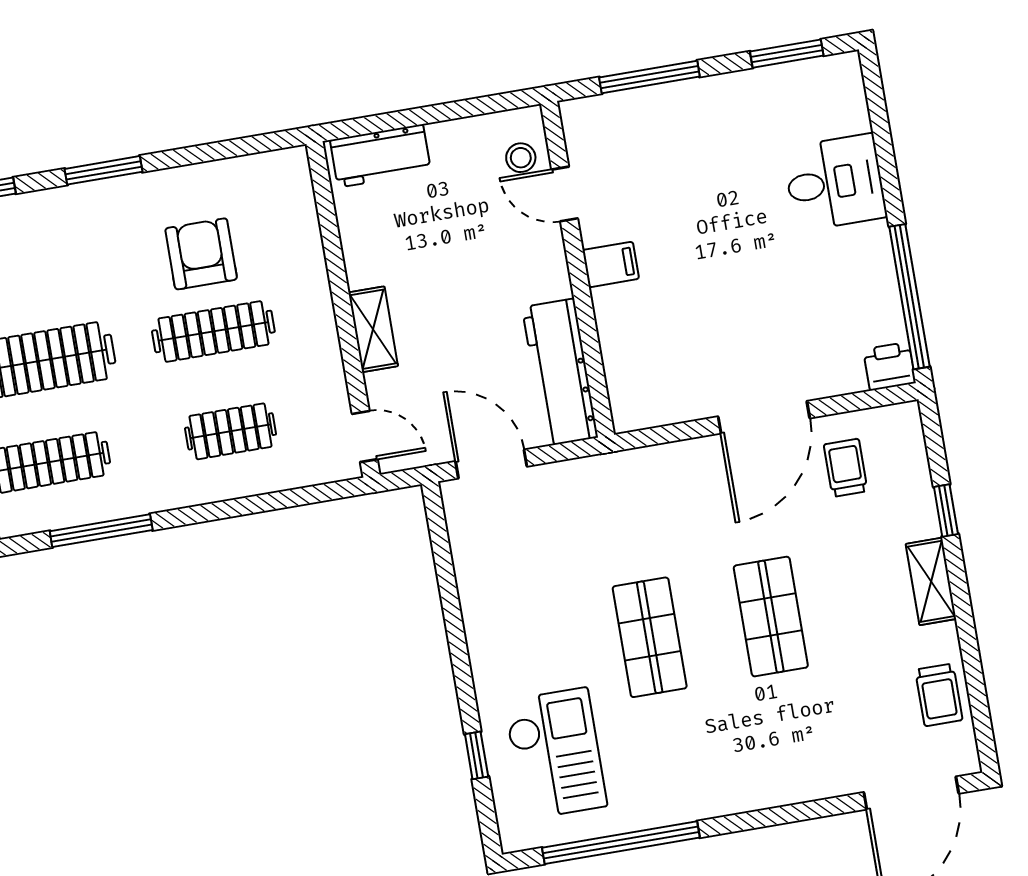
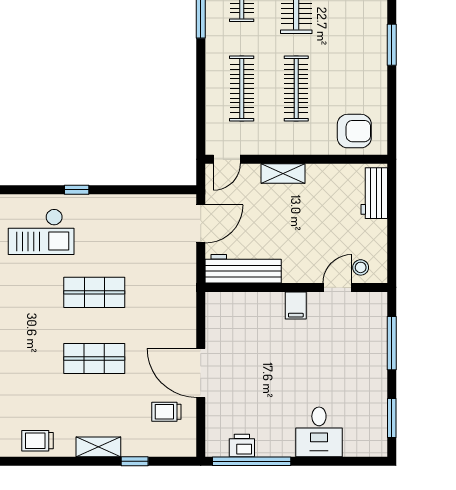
armchair: (201, 254) -> (354, 131), moved
printer: (889, 366) -> (242, 445), moved, turned -90
clothes rail: (231, 431) -> (242, 88), width x1.36
trolley: (846, 468) -> (166, 412), turned 180
window: (477, 755) -> (77, 190), moved

